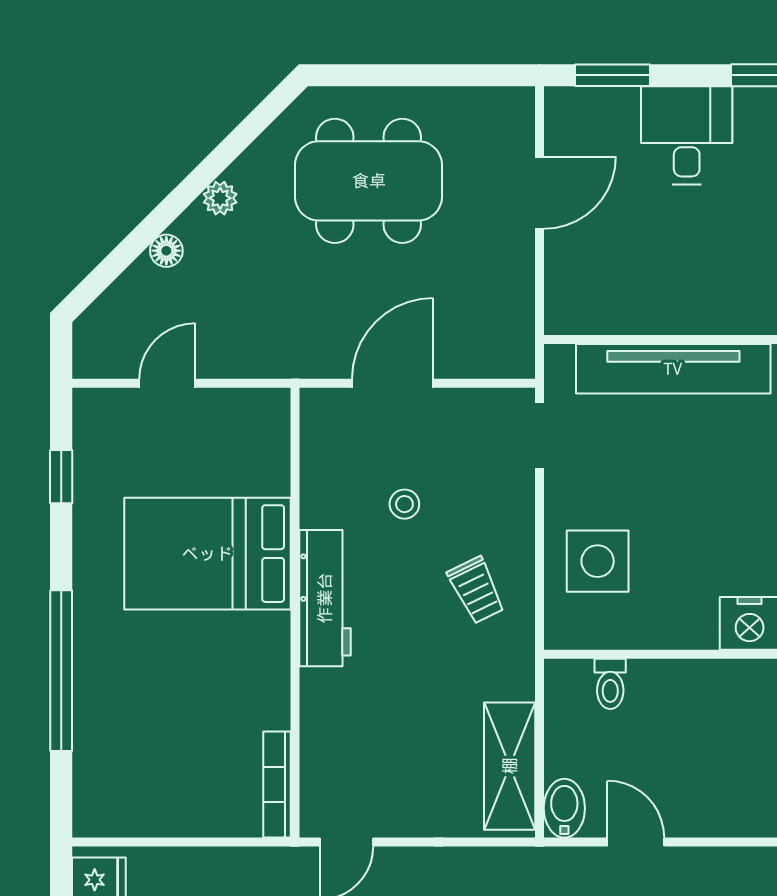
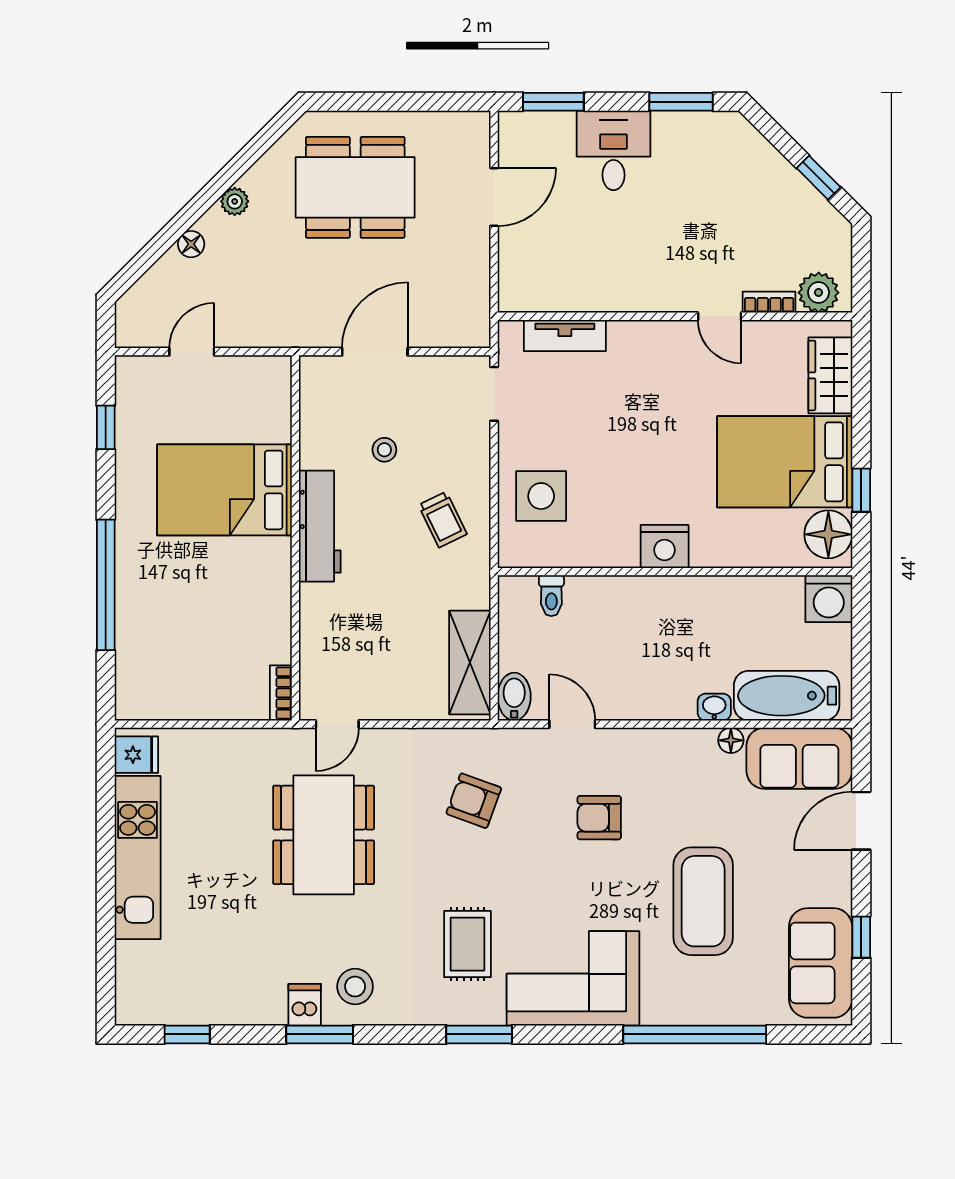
tv unit: (673, 369) -> (565, 335), width x0.52, depth x0.78
bookcase: (277, 785) -> (281, 693), width x0.64

